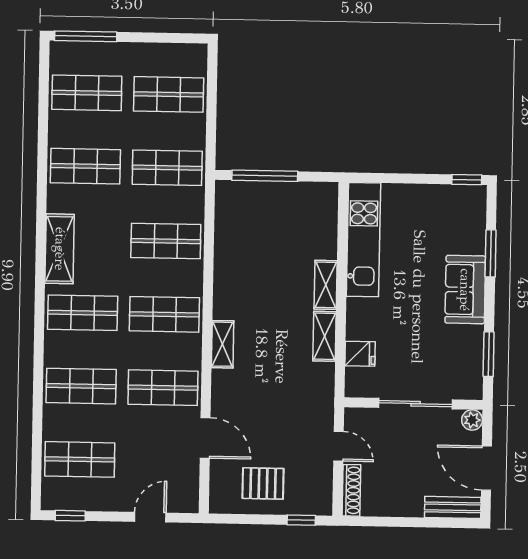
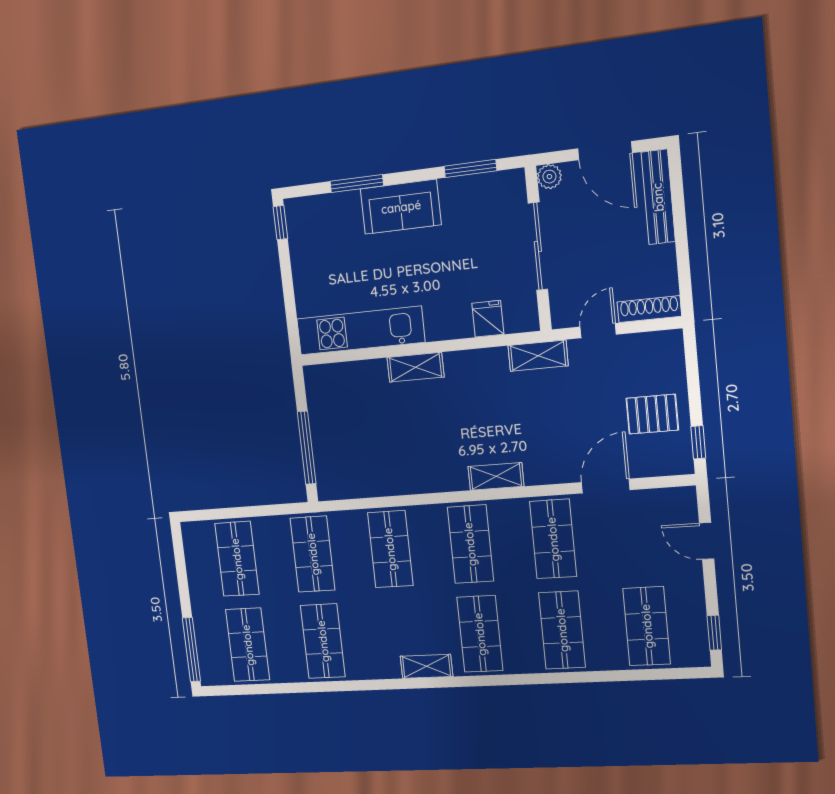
shelving: (60, 249) -> (426, 666), width x0.67, depth x0.75
shelving: (324, 336) -> (538, 356), moved
door: (486, 468) -> (605, 151), hinge flipped
pallet: (263, 483) -> (652, 414), turned 90
bench: (453, 507) -> (658, 197), width x1.36
window: (301, 520) -> (698, 442), moved

